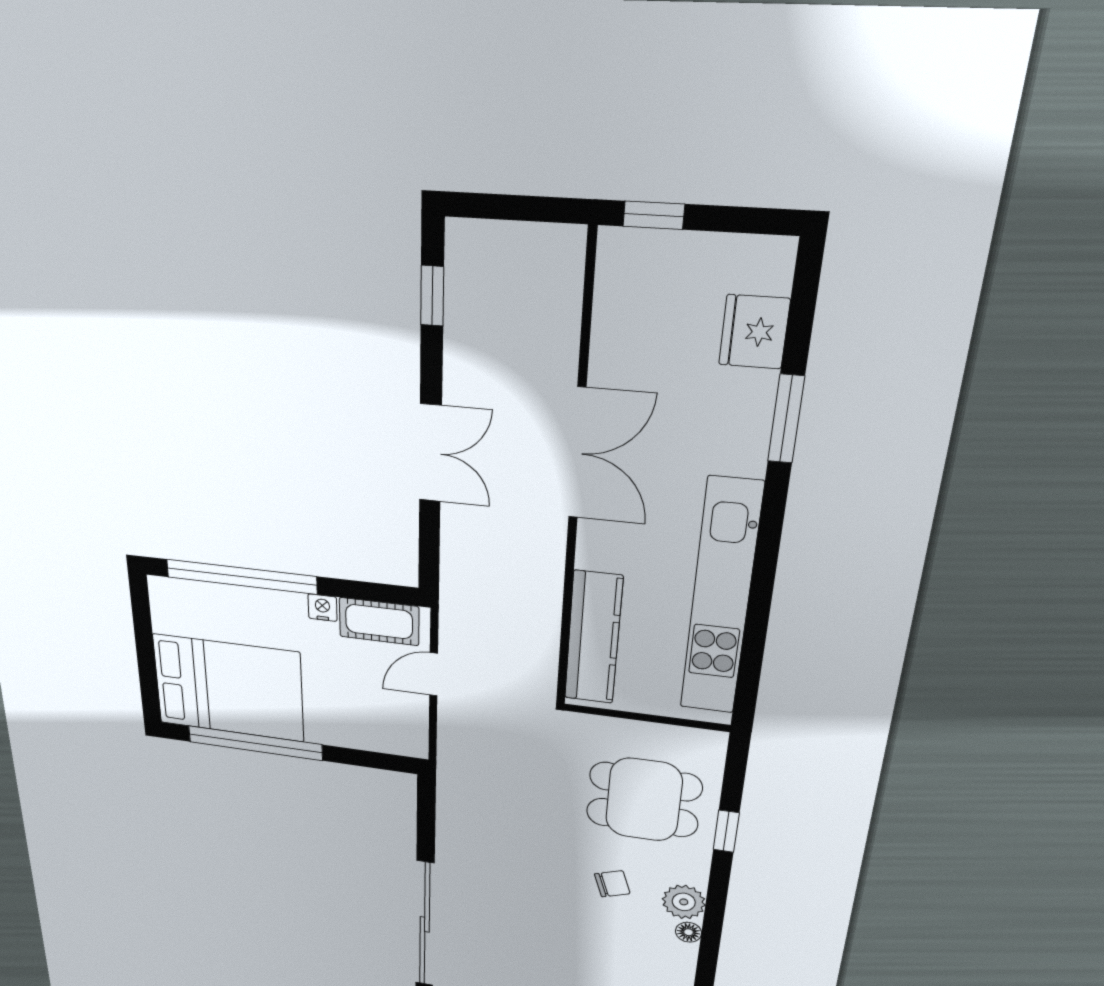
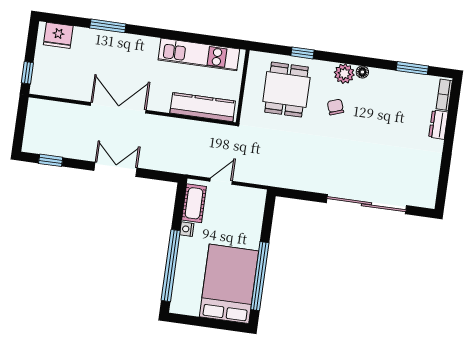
fridge: (754, 332) -> (58, 35), moved
kitchen unit: (721, 599) -> (199, 54), width x0.73
door: (434, 674) -> (221, 181), swing flipped

